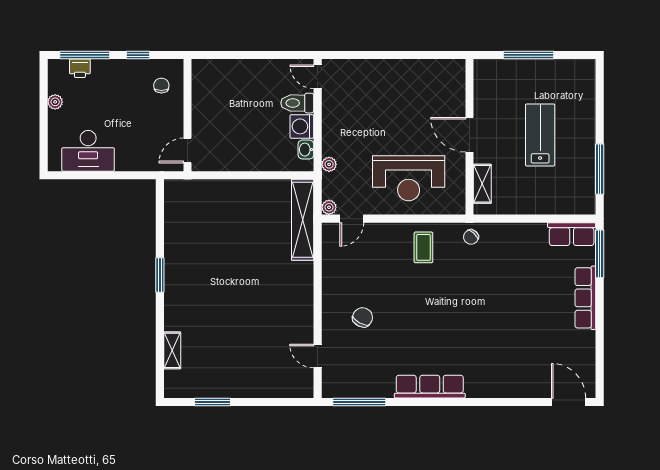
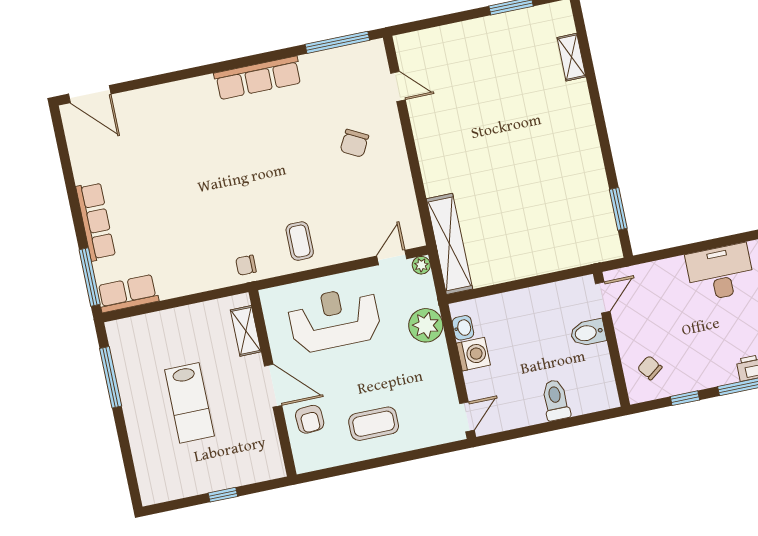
window: (529, 55) -> (223, 495), width x0.46
door: (318, 77) -> (467, 417), hinge flipped
chair: (161, 86) -> (650, 368), turned 143
coffee table: (395, 87) -> (374, 424), added
armchair: (446, 101) -> (310, 419), added
toilet: (297, 103) -> (556, 400), moved, turned -90
bidet: (205, 124) -> (588, 333), added
plant: (329, 164) -> (426, 325), width x1.88, depth x1.88
chair: (471, 237) -> (246, 265), turned -132
window: (160, 275) -> (618, 209), moved

